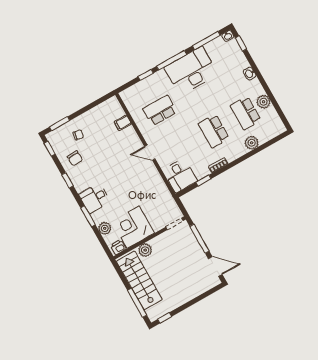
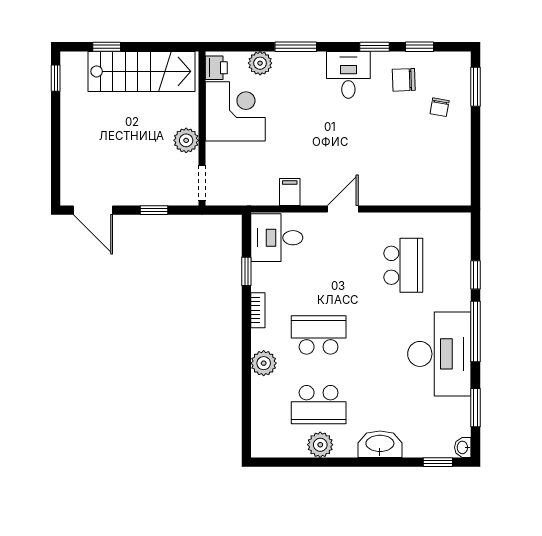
window: (206, 40) -> (475, 408), width x0.69
washbasin: (250, 74) -> (380, 444), width x1.91, depth x1.45
school desk: (246, 113) -> (319, 405), turned 180
filing cabinet: (123, 123) -> (290, 192), moved
plant: (252, 143) -> (264, 363), moved
window: (50, 149) -> (420, 47), moved
desk: (95, 198) -> (348, 75), moved
window: (199, 239) -> (154, 210), width x0.46
plant: (145, 250) -> (186, 140), moved
door: (215, 267) -> (93, 210), hinge flipped
window: (137, 303) -> (107, 47), width x0.46

